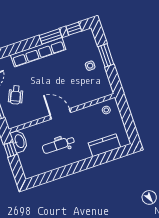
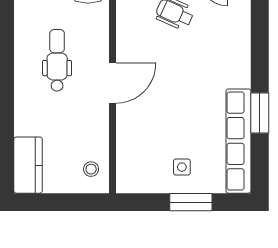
window: (74, 29) -> (260, 160), removed
row of seats: (38, 52) -> (238, 141), moved
kitchen counter: (104, 145) -> (28, 165), moved

